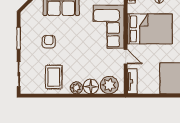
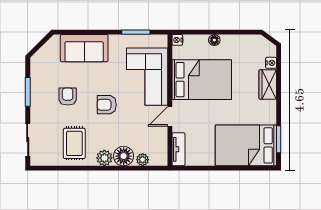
armchair: (78, 48) -> (107, 105), added
door: (126, 57) -> (170, 116), swing flipped
plant: (109, 85) -> (143, 160), width x0.53, depth x0.53

